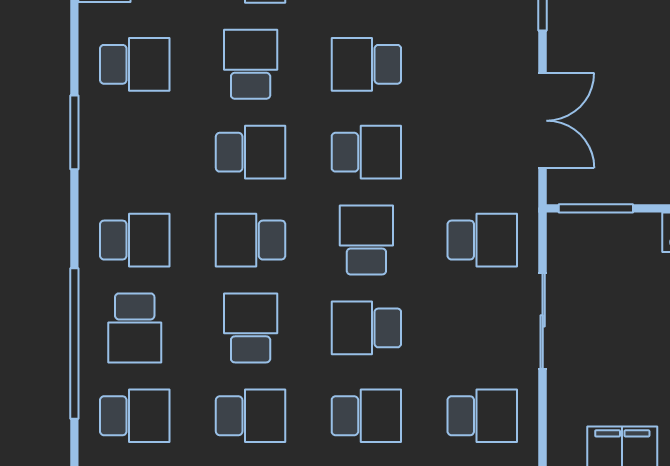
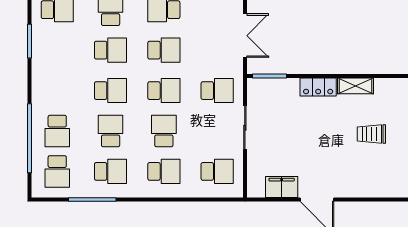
school desk: (135, 240) -> (57, 91), removed
school desk: (251, 240) -> (111, 91), turned 180
school desk: (366, 240) -> (164, 91), turned 90
school desk: (366, 328) -> (164, 131), turned 90
school desk: (135, 416) -> (57, 171), turned 90

